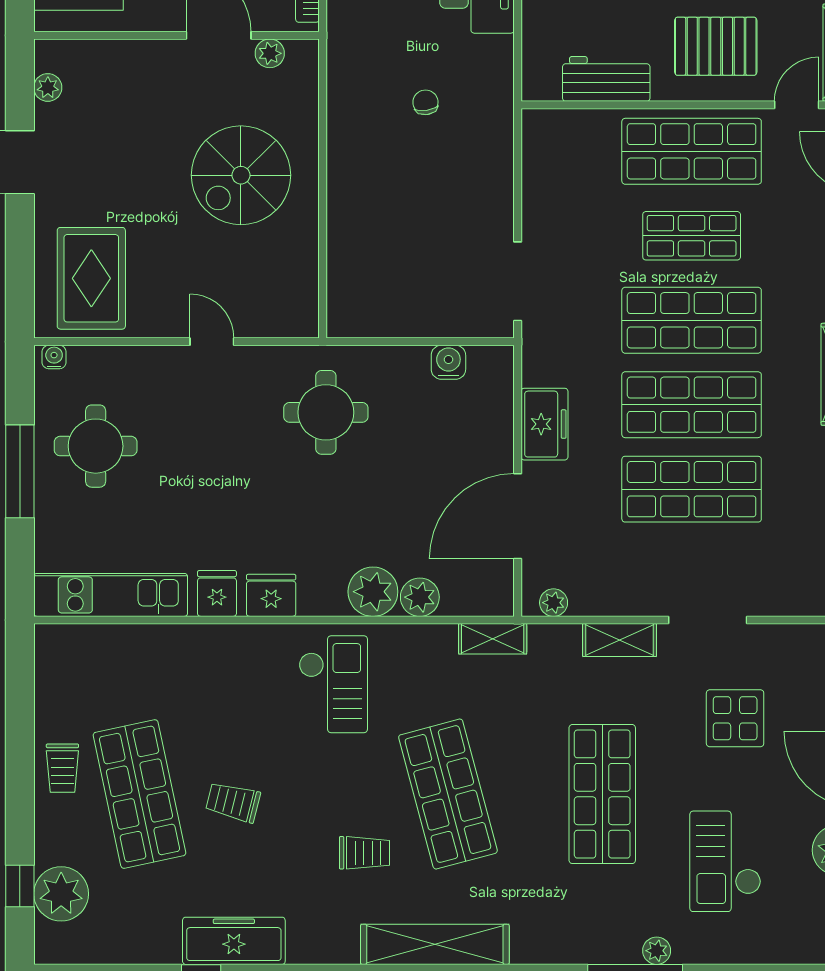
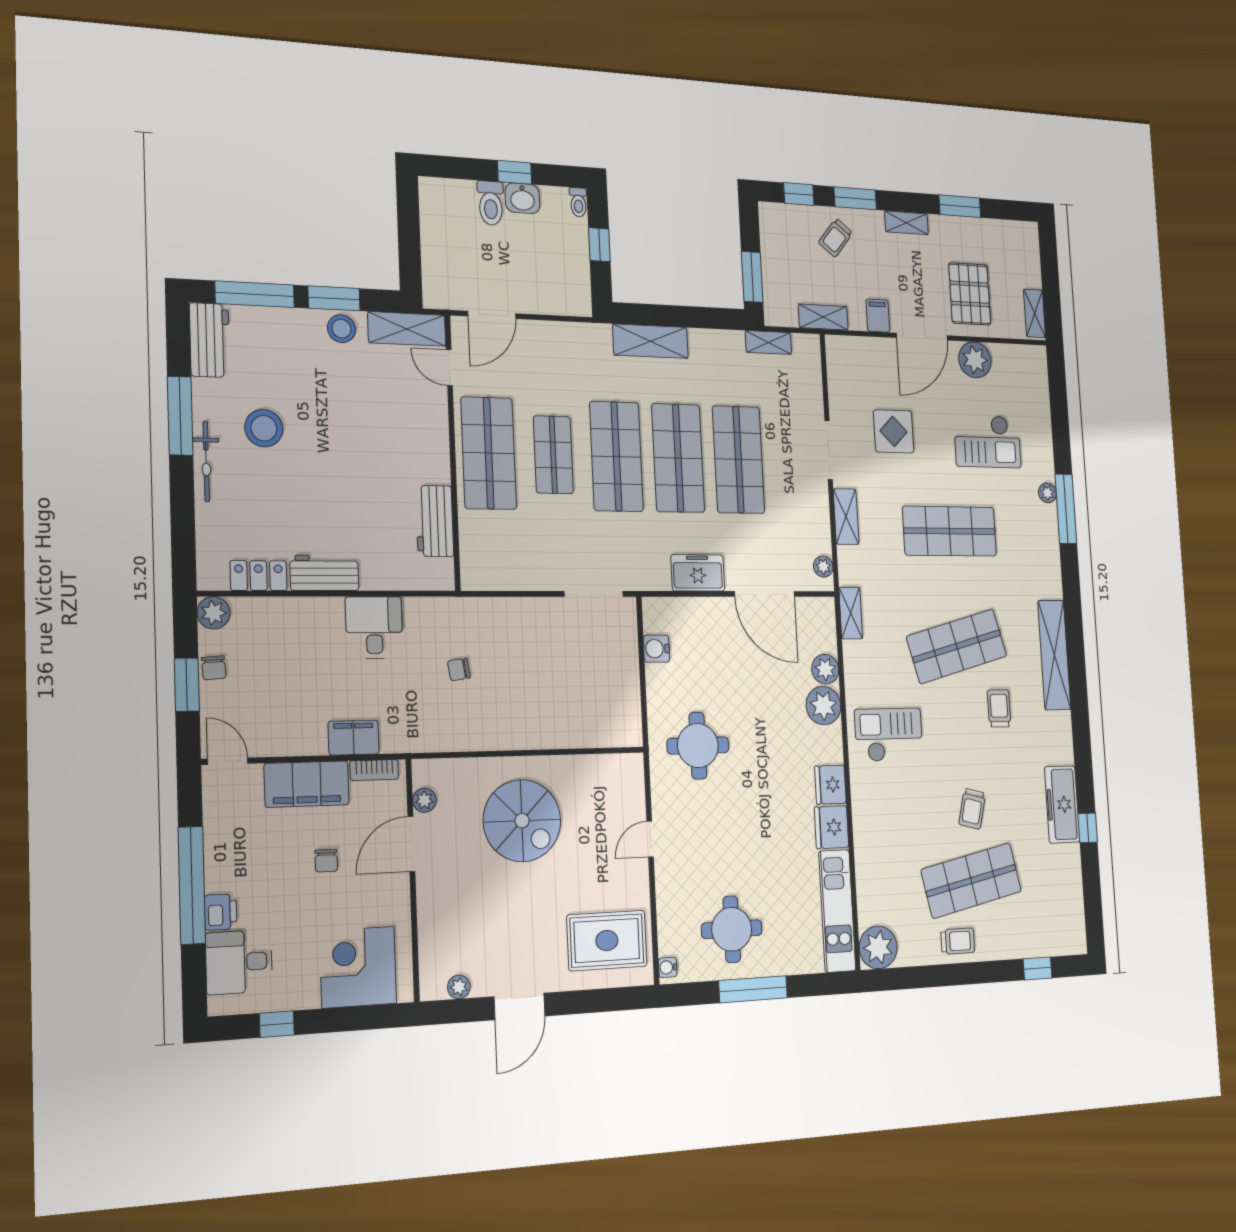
pallet: (716, 46) -> (405, 431), removed
fridge: (217, 593) -> (831, 827), width x1.38
plant: (61, 894) -> (878, 947), moved

